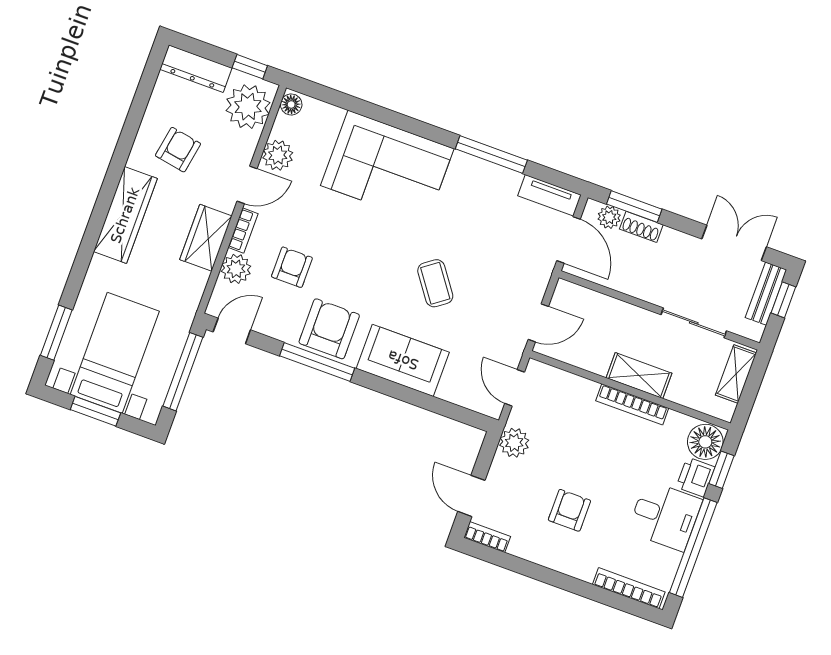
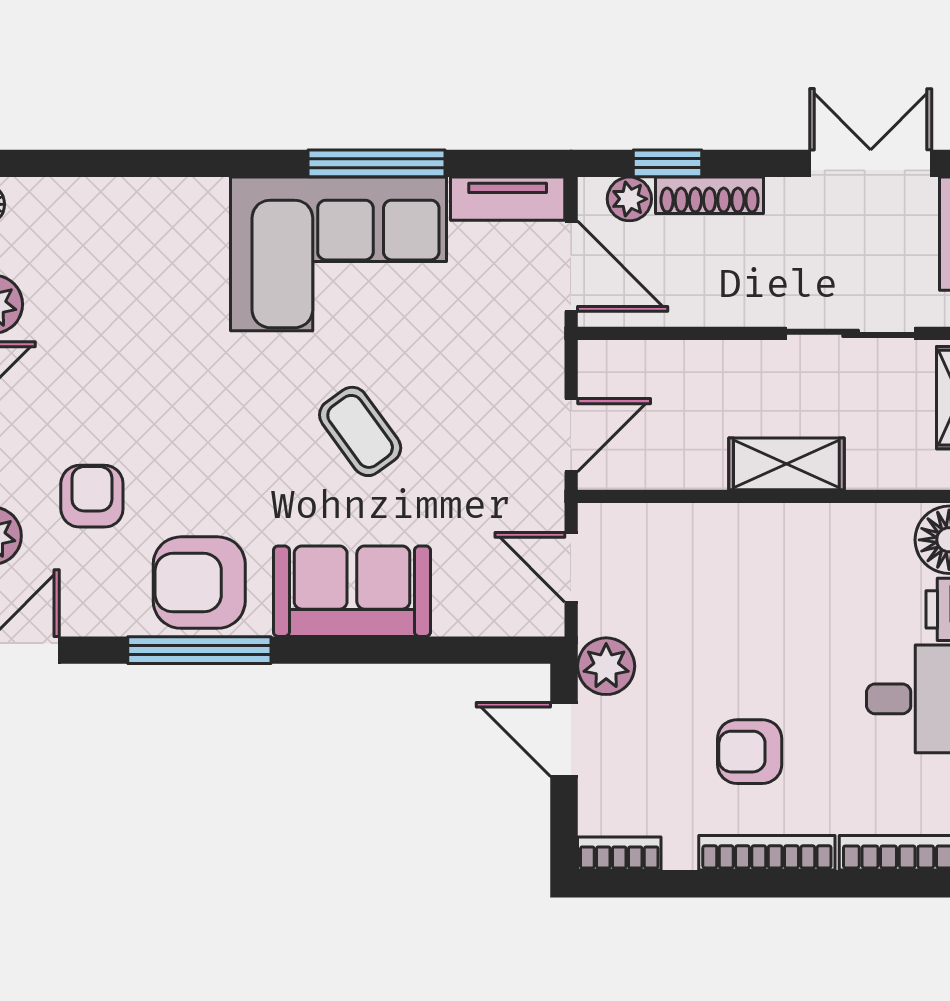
corner sofa: (387, 167) -> (338, 254), moved
window: (634, 207) -> (667, 163), width x0.67
shoe rack: (641, 227) -> (710, 195), width x1.43
armchair: (329, 329) -> (199, 583), turned -90
bookcase: (632, 404) -> (767, 853), moved, turned 180
door: (471, 496) -> (564, 739), moved
armchair: (569, 510) -> (750, 752), turned -90

